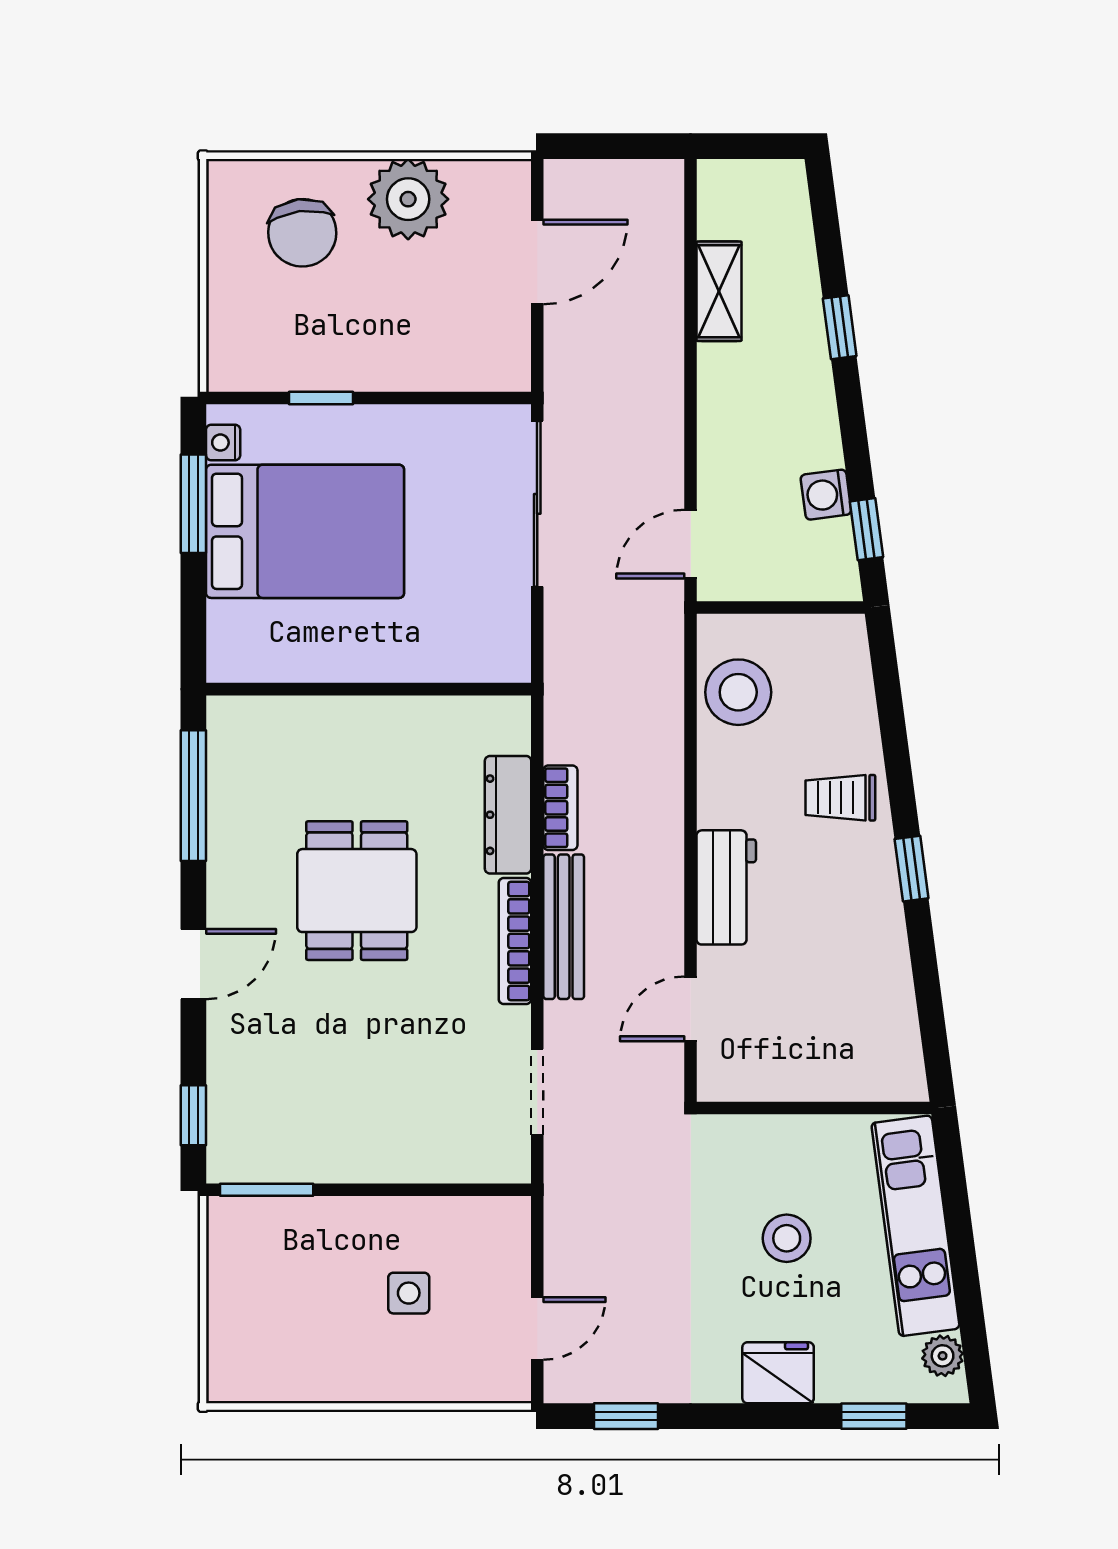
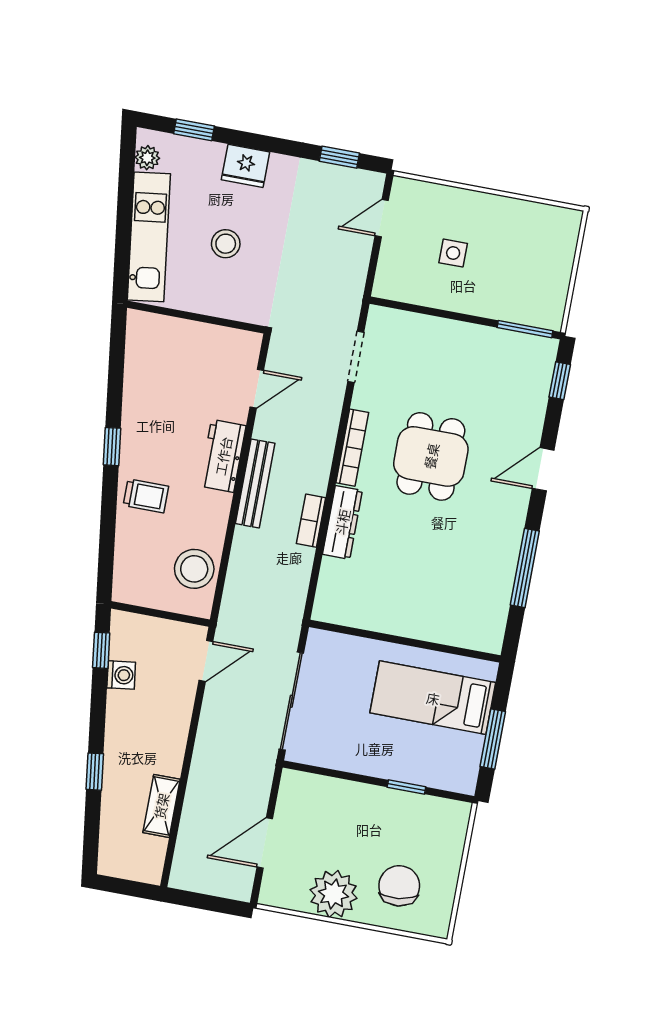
nightstand: (223, 443) -> (469, 772), removed
bed: (305, 531) -> (433, 698), width x0.67
wall: (369, 689) -> (405, 641), moved
dining table: (357, 891) -> (431, 456), moved
bench: (564, 927) -> (255, 483), moved

